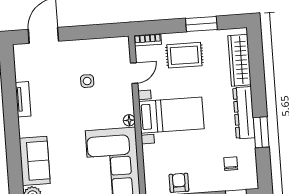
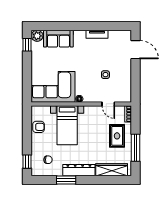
window: (201, 24) -> (136, 148), width x1.44
bed with nightstands: (171, 115) -> (67, 125), moved

